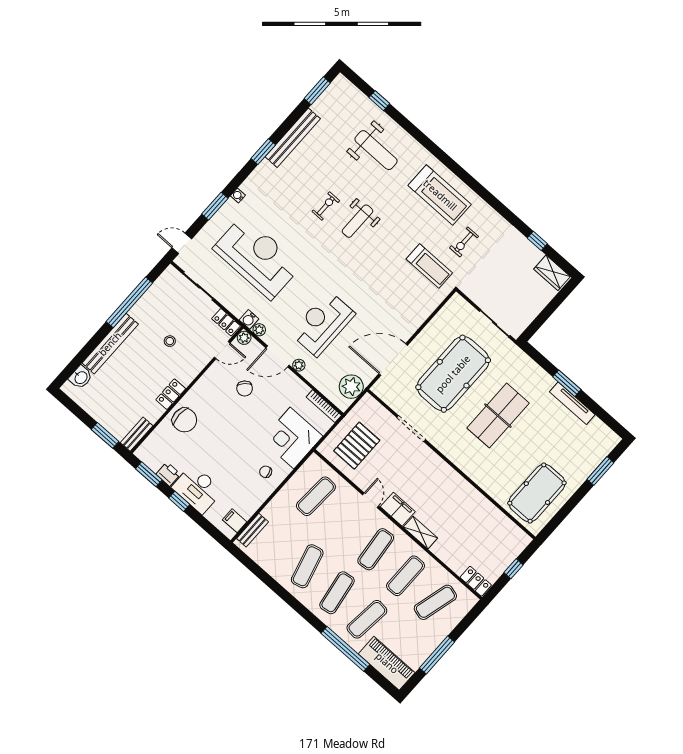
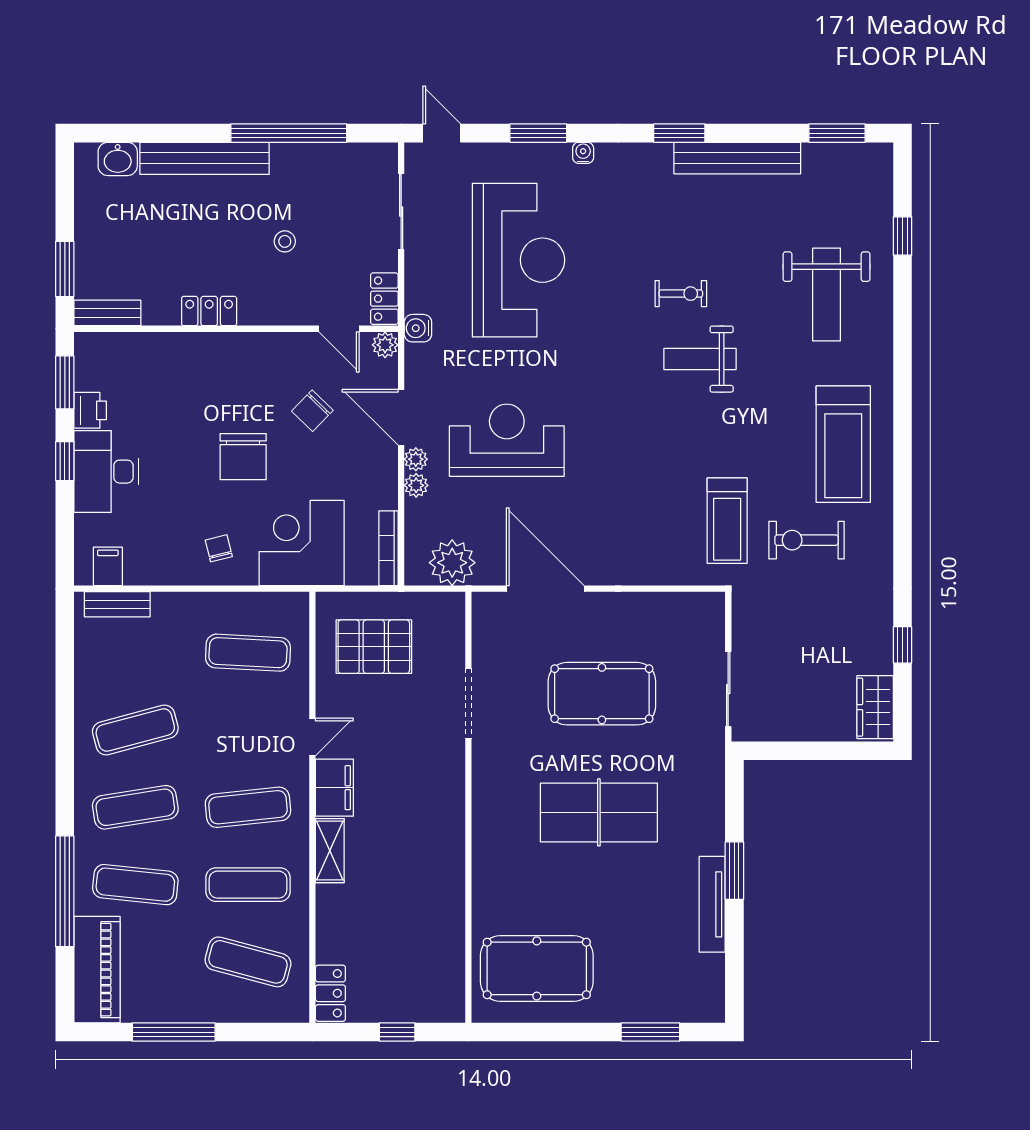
exercise bike: (464, 242) -> (806, 540), width x1.38, depth x1.39
plant: (259, 330) -> (416, 485), moved
pool table: (453, 374) -> (602, 694), width x0.73, depth x0.76
chair: (184, 420) -> (243, 457), moved

